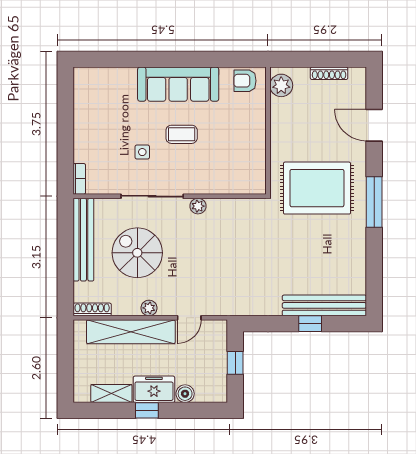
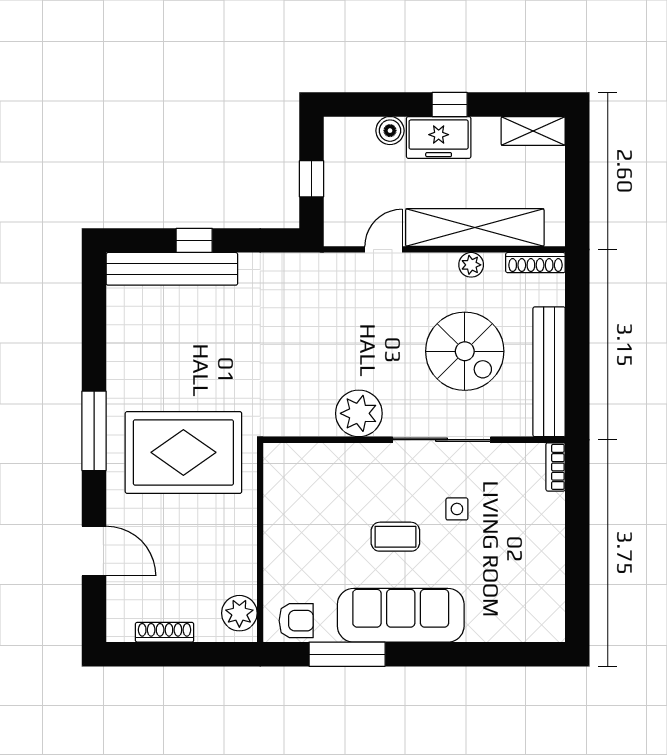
window: (212, 59) -> (347, 654), added
plant: (198, 206) -> (359, 413), width x1.88, depth x1.88
plant: (149, 308) -> (471, 265), moved
shelving: (111, 393) -> (533, 131), moved

